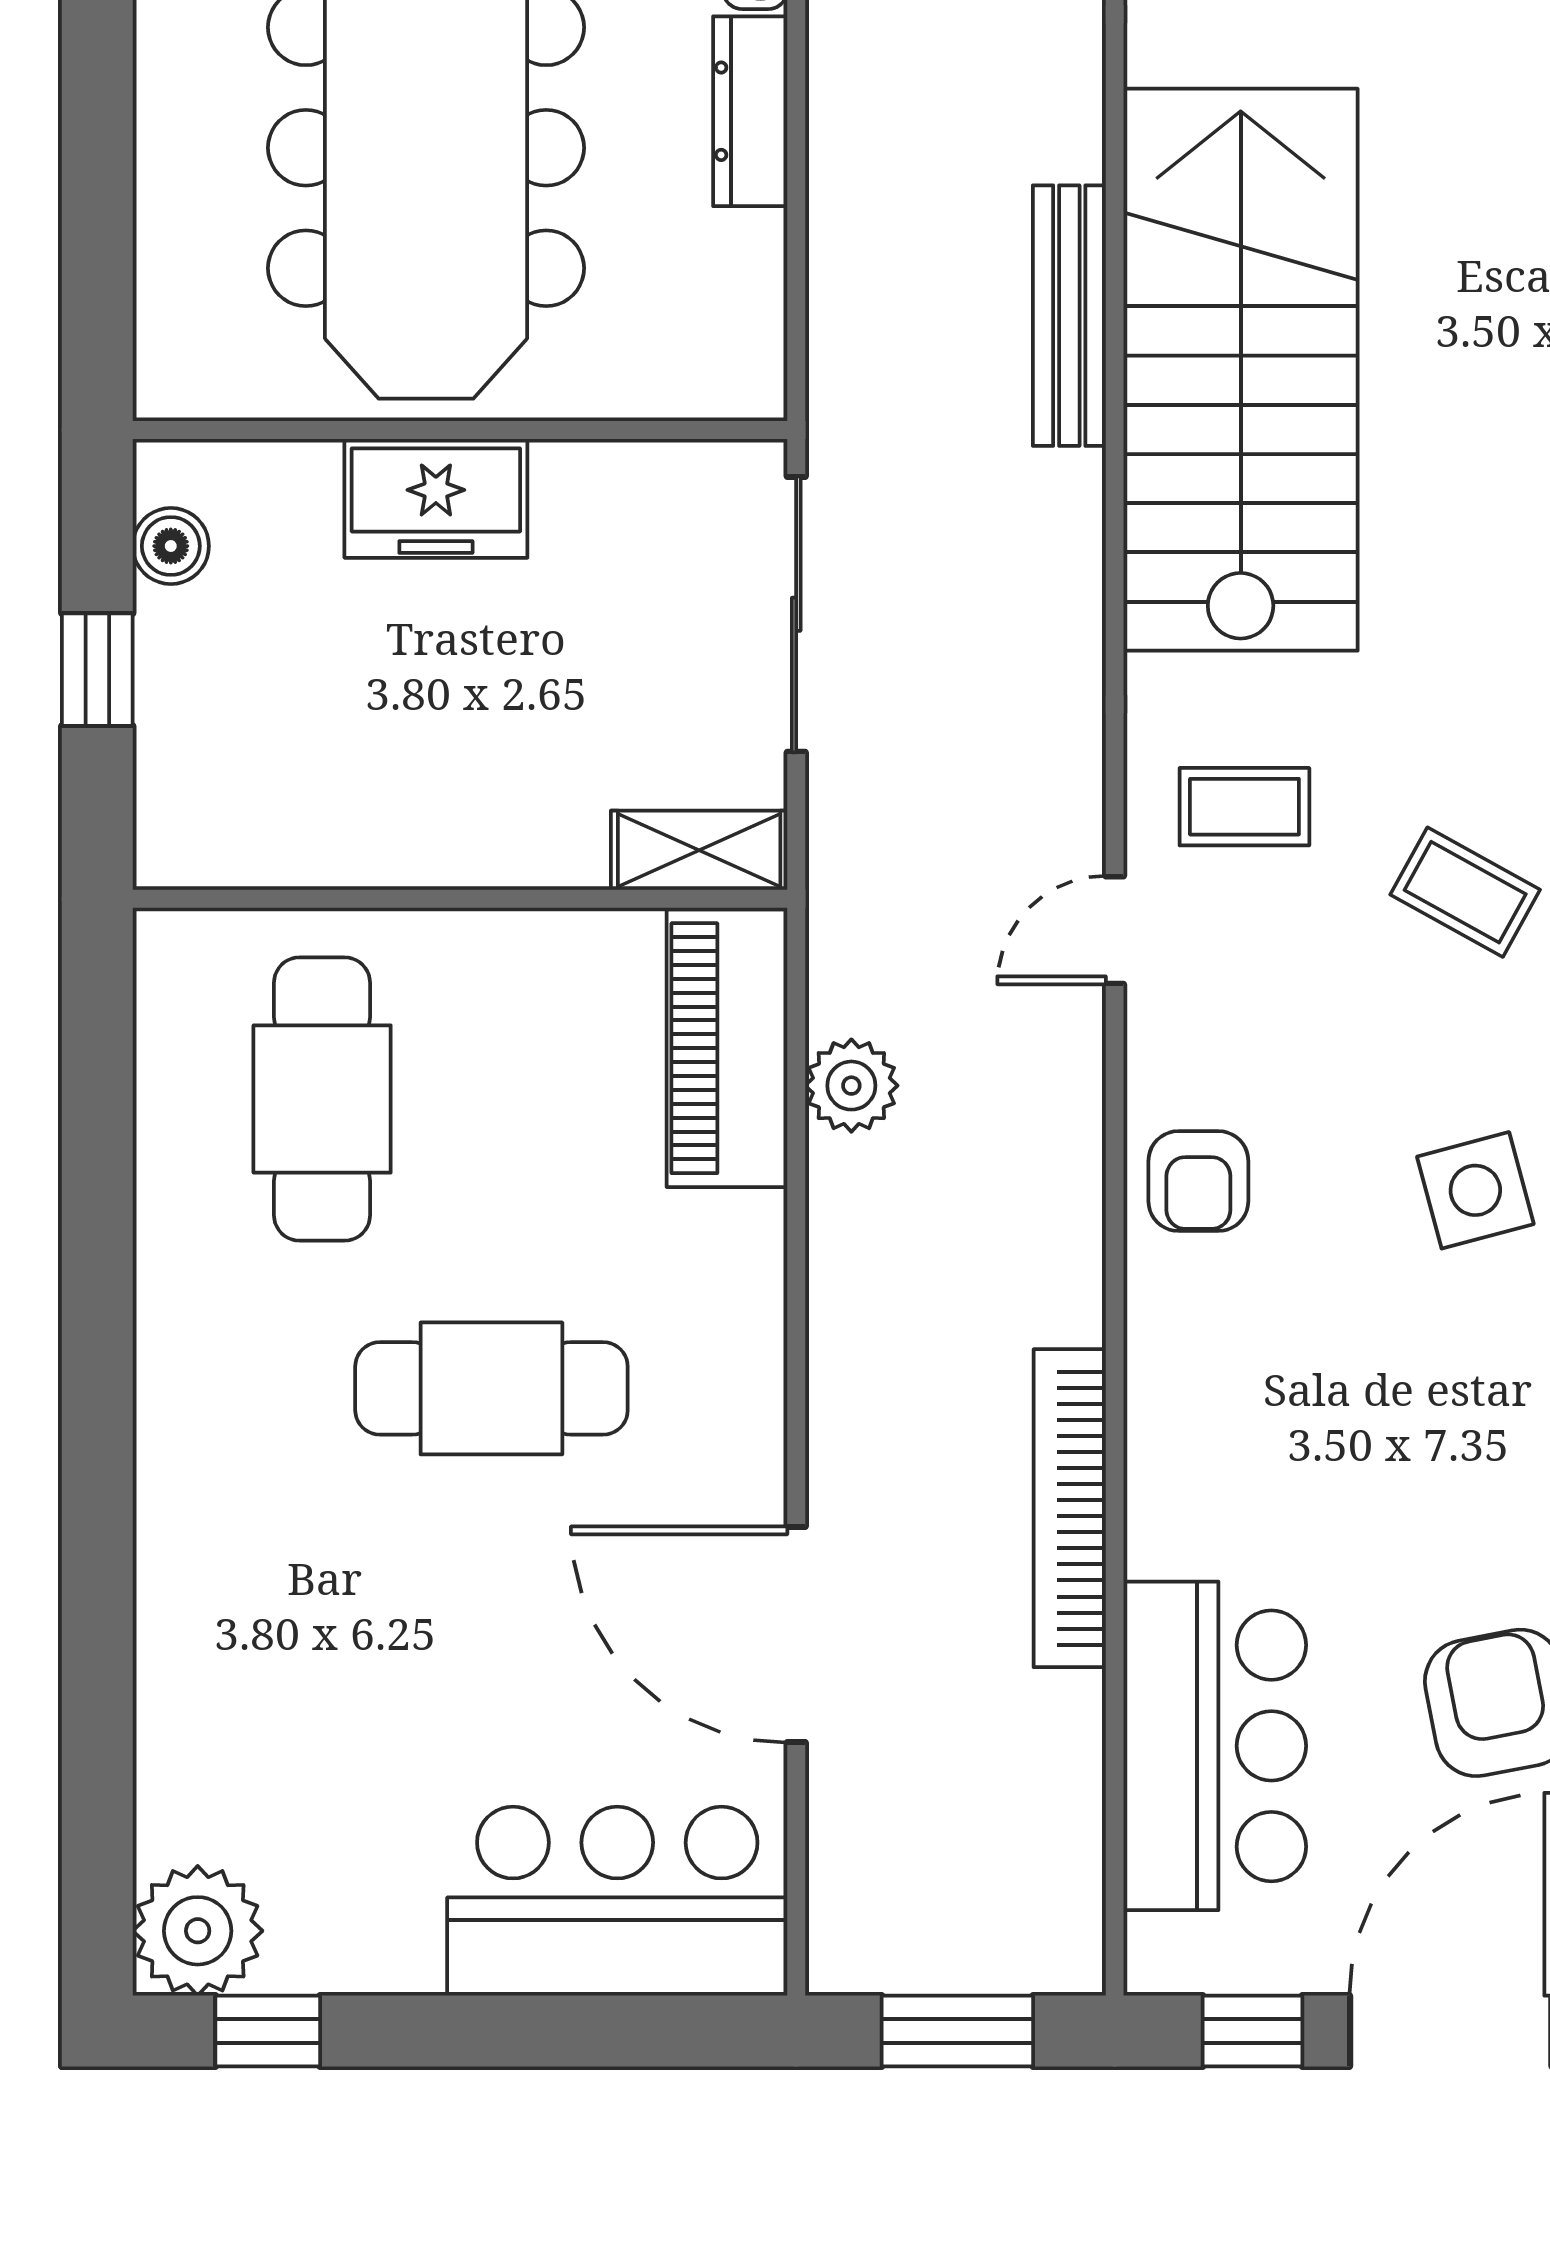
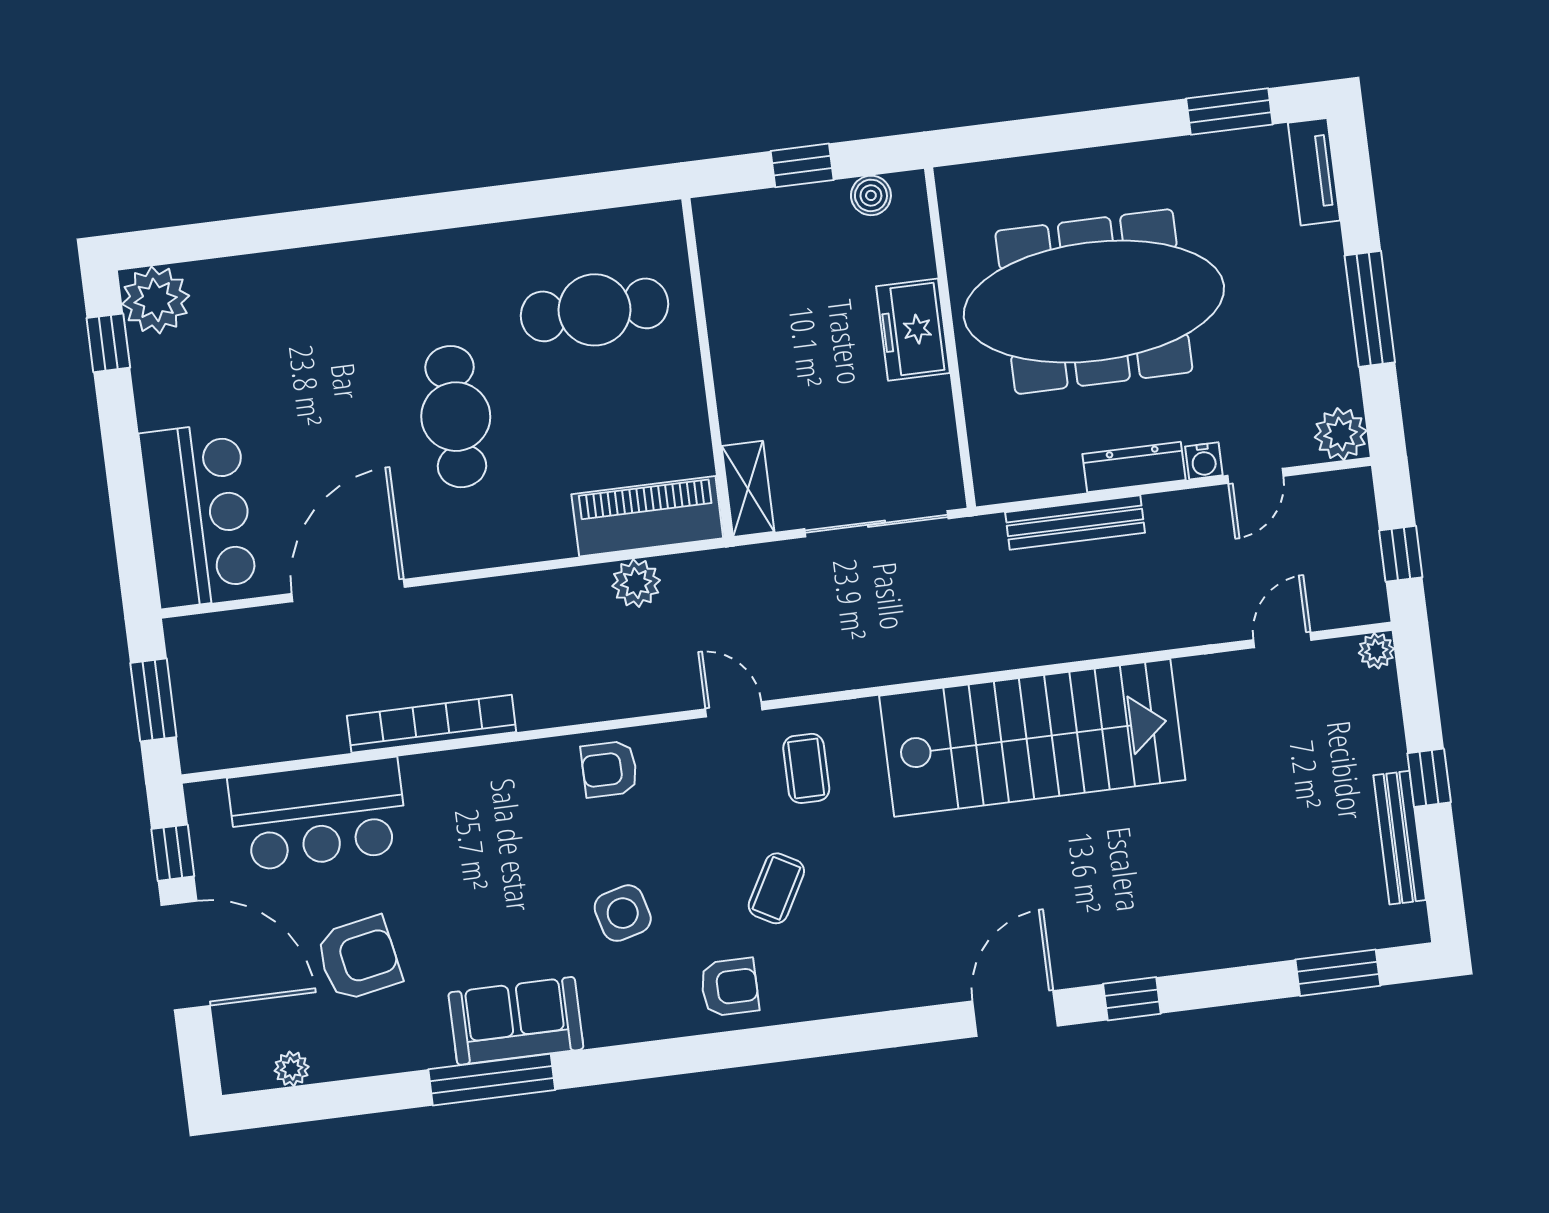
bench: (1069, 316) -> (1075, 523), moved

